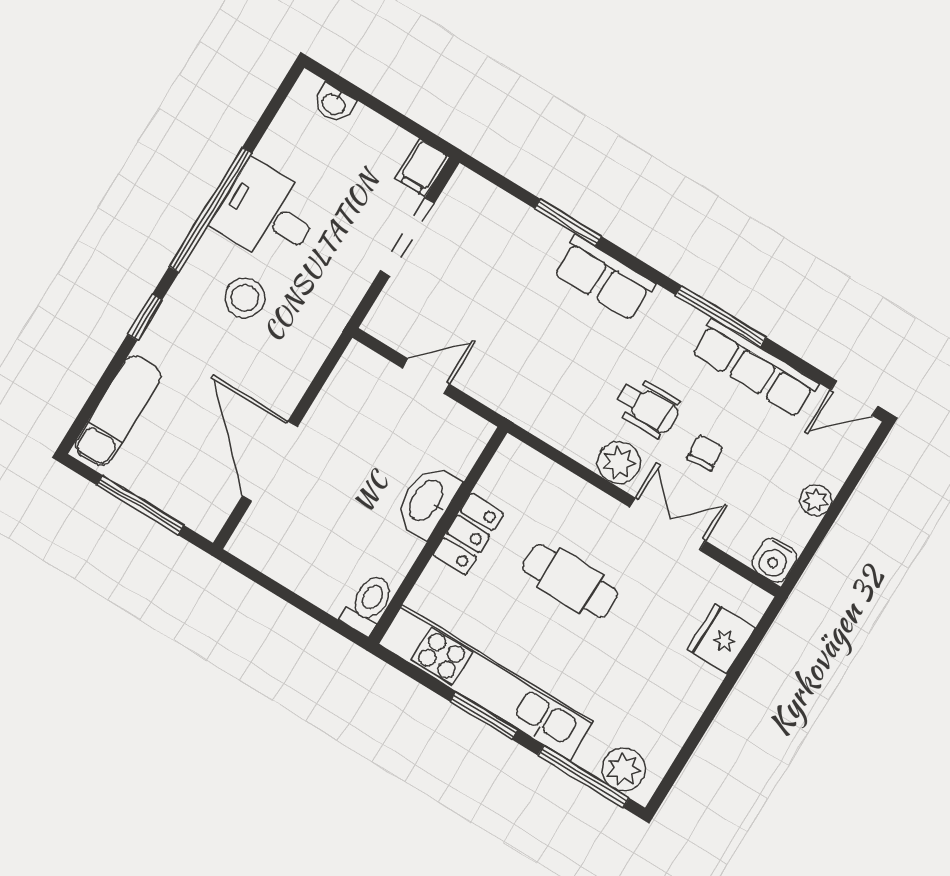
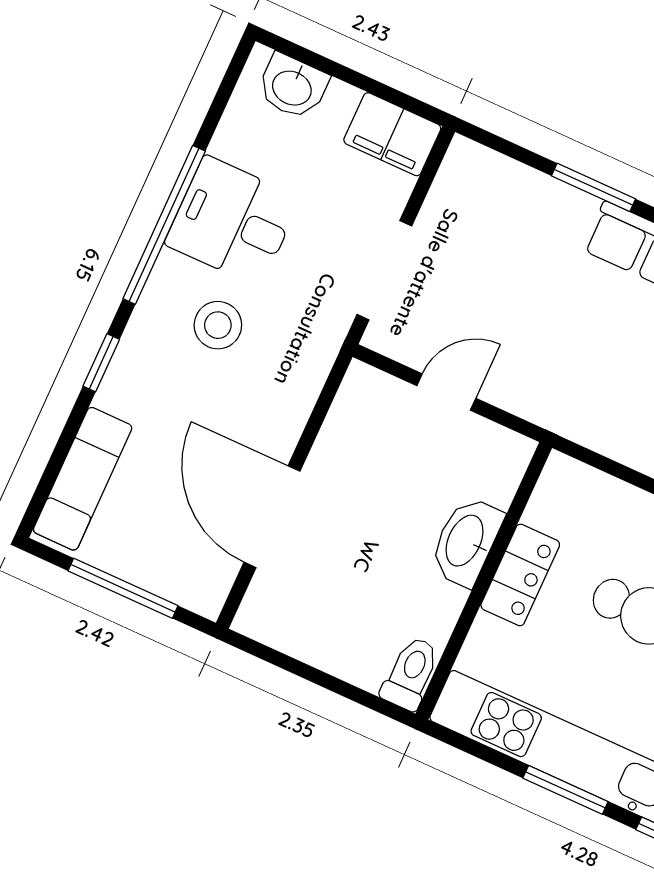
washbasin: (334, 104) -> (293, 87), width x1.38, depth x1.45
filing cabinet: (423, 168) -> (392, 134), width x2.00
doorway: (407, 237) -> (384, 270), moved

